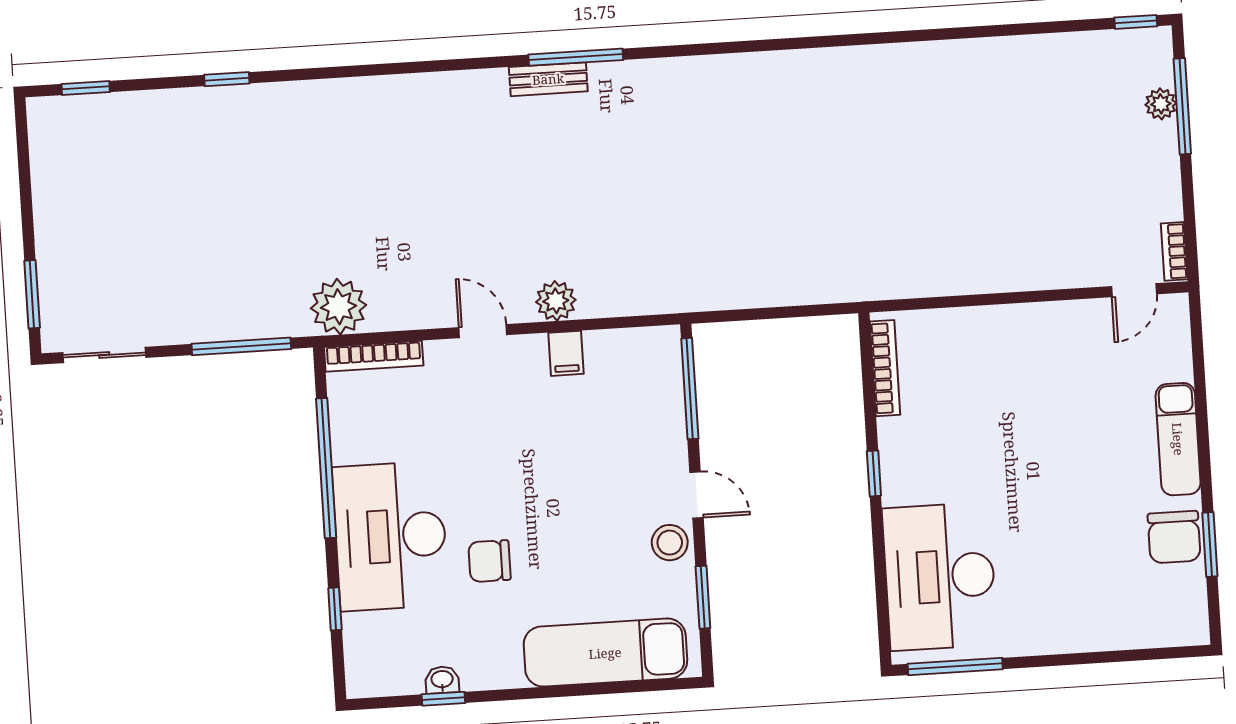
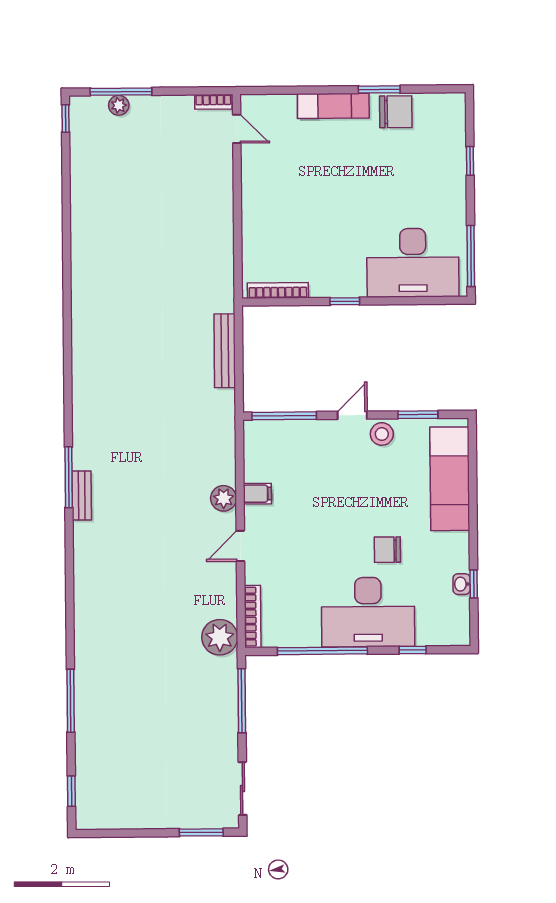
window: (227, 79) -> (71, 701), width x2.17
bench: (786, 290) -> (225, 351), added
window: (1210, 544) -> (379, 89), moved
chair: (489, 561) -> (387, 550), turned 90
window: (1104, 657) -> (470, 161), added

